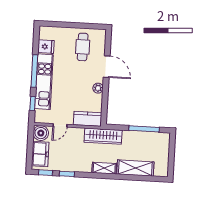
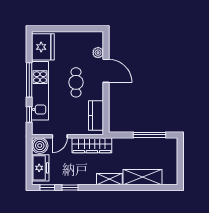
fridge: (46, 47) -> (43, 47), width x1.88, depth x1.34
cafe table: (83, 47) -> (76, 82), moved
plant: (98, 88) -> (98, 53), moved
kitchen counter: (88, 119) -> (96, 116), moved, turned -90
wardrobe: (103, 136) -> (92, 145), moved

